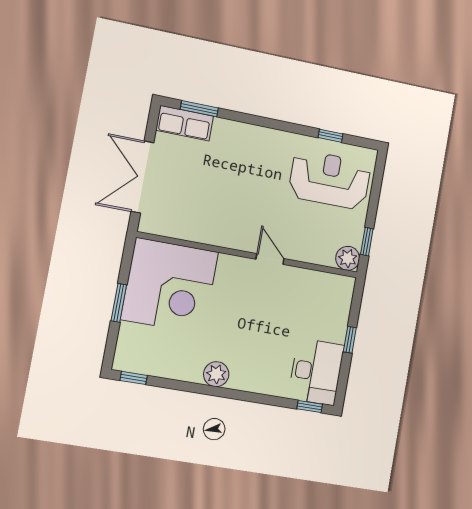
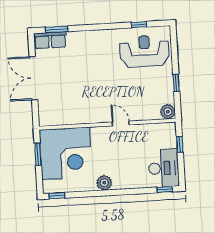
wall: (248, 255) -> (107, 124), moved
plant: (348, 258) -> (168, 112), moved
door: (270, 259) -> (121, 123), moved
corner desk: (170, 286) -> (66, 153), moved

